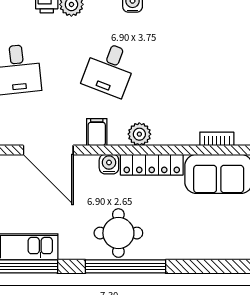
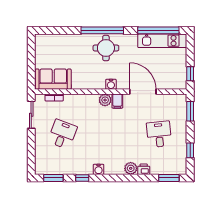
desk: (109, 69) -> (62, 134), moved
plant: (139, 134) -> (105, 100), moved
locker: (152, 165) -> (88, 84), removed

